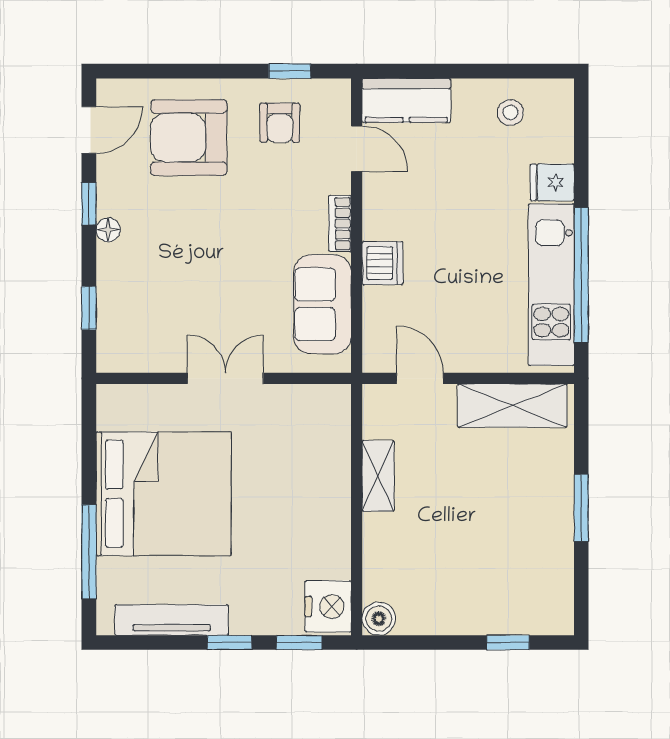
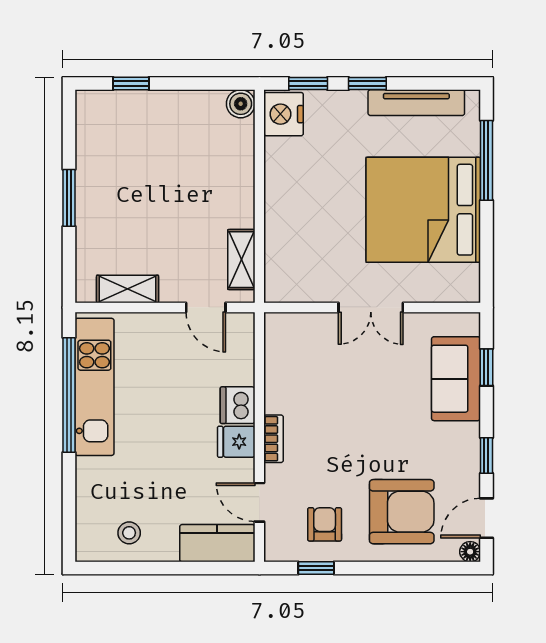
fridge: (552, 182) -> (236, 442), moved, turned 180
floor lamp: (108, 230) -> (470, 552), moved
sofa: (323, 304) -> (456, 379), moved, turned 180
shelving: (512, 406) -> (128, 289), width x0.67, depth x0.75
shelving: (378, 476) -> (241, 260), moved

